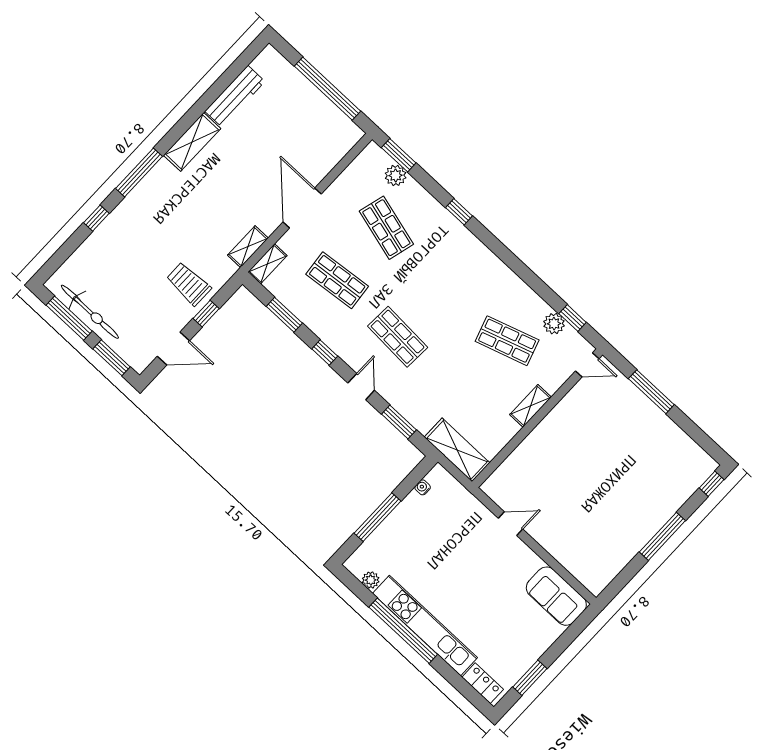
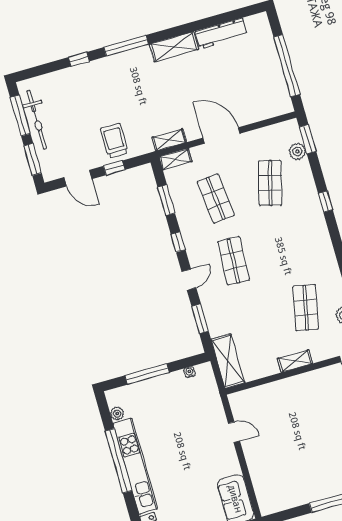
door: (302, 208) -> (221, 136), hinge flipped
shop shelf: (507, 341) -> (306, 308), turned 30

